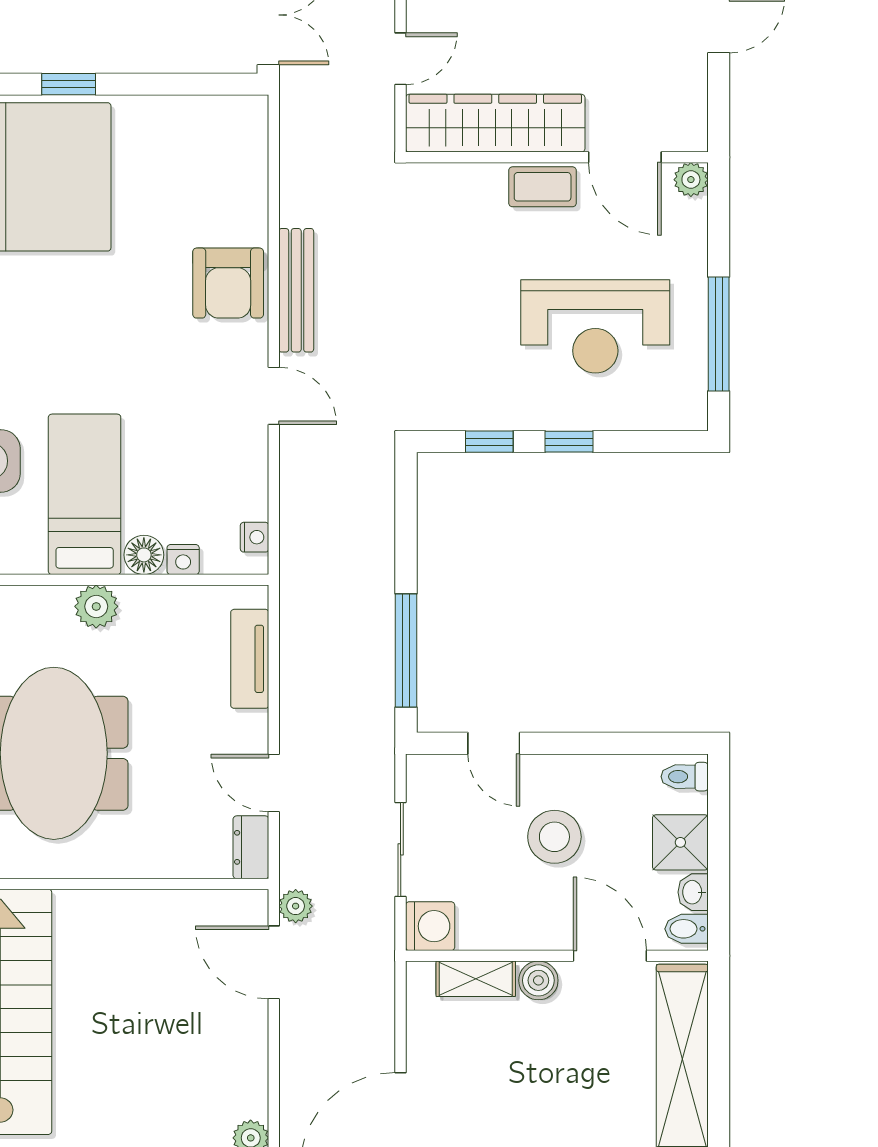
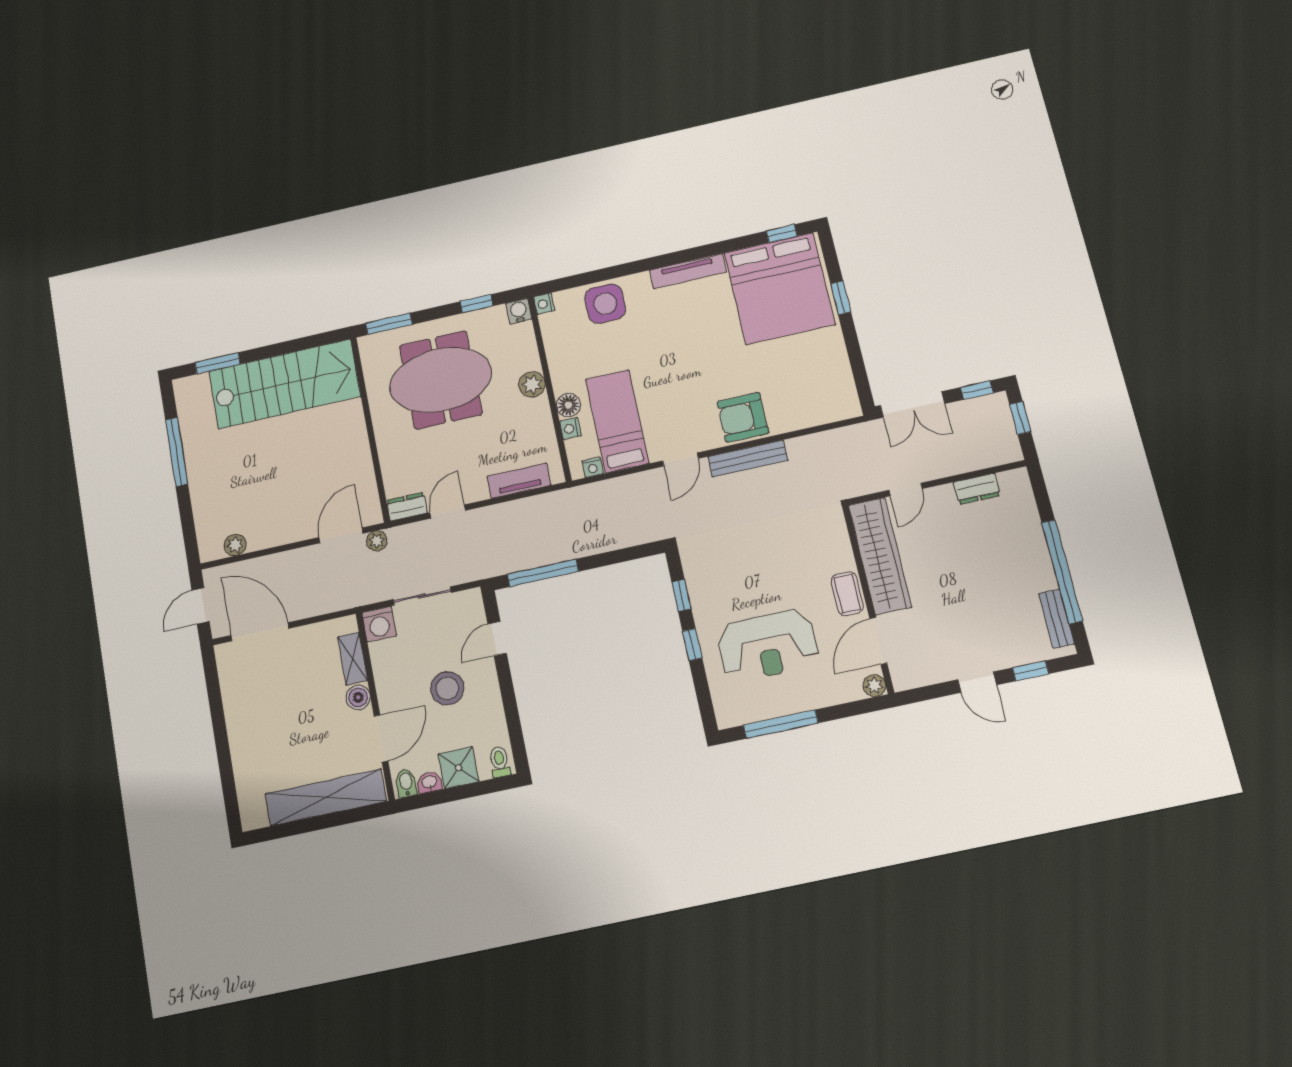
door: (401, 59) -> (906, 489), hinge flipped
reception desk: (595, 326) -> (768, 645), turned -90
bed: (85, 494) -> (617, 421), moved, turned -90

